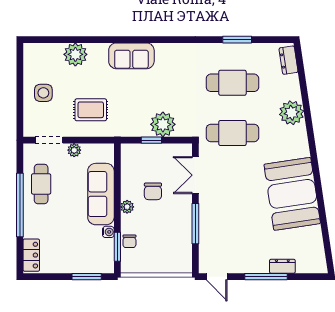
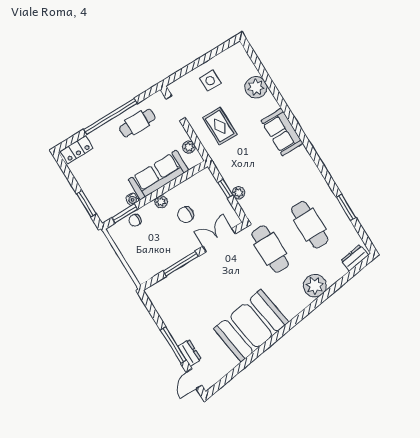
plant: (163, 124) -> (239, 193), width x0.53, depth x0.53
plant: (74, 150) -> (189, 147), moved
door: (217, 277) -> (194, 379), moved

